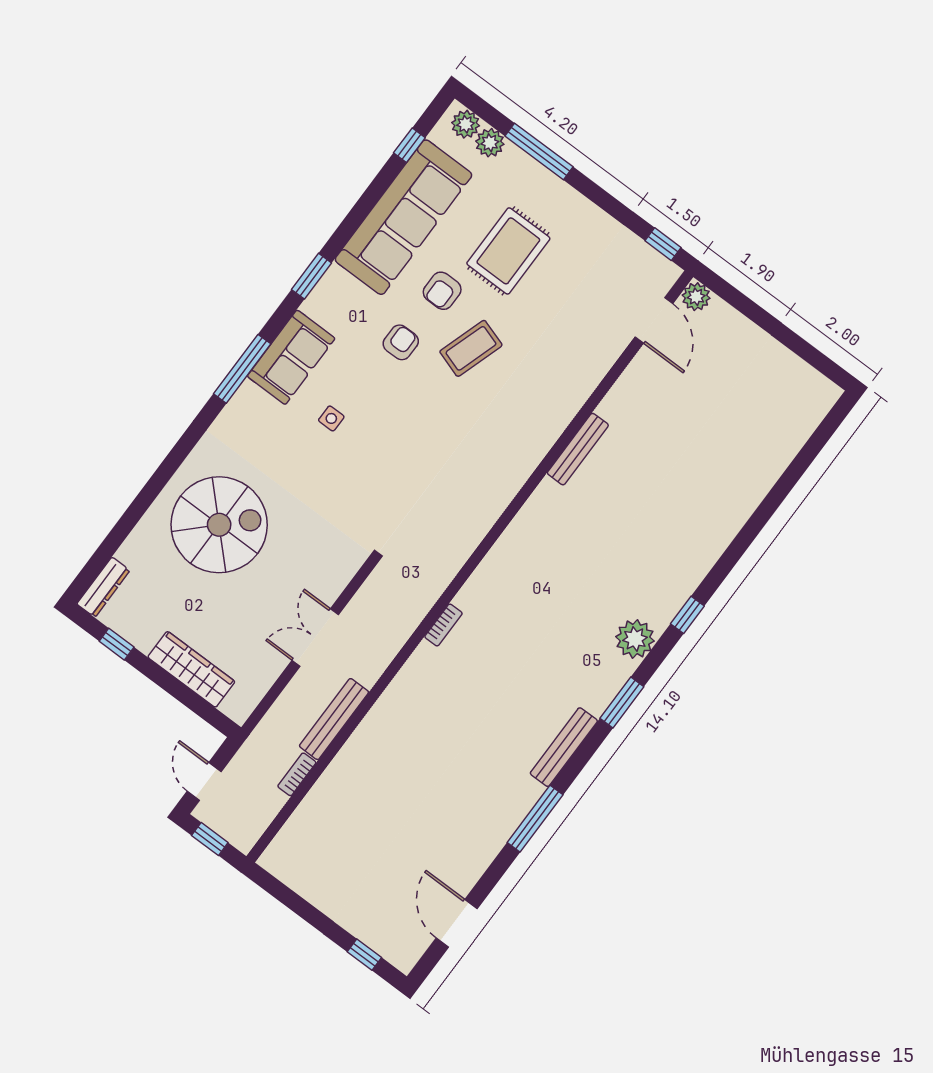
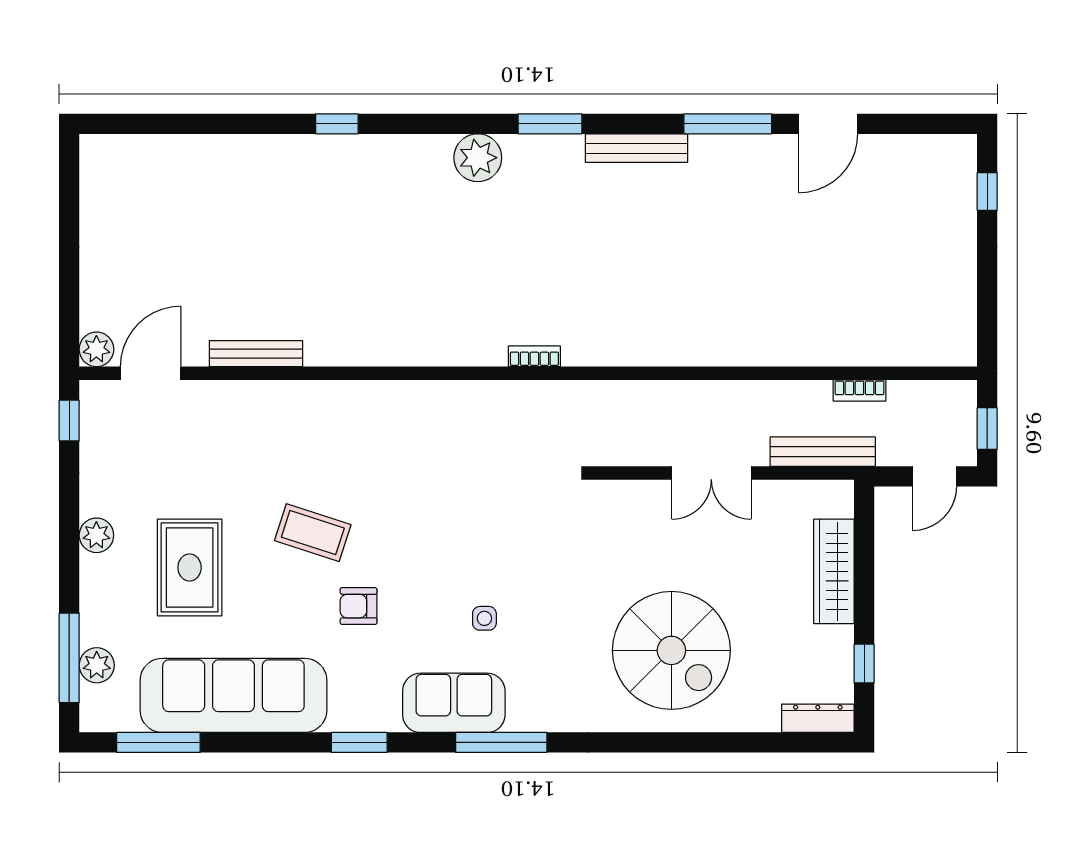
plant: (466, 124) -> (96, 535), moved
window: (409, 145) -> (158, 742), width x2.17
window: (539, 151) -> (69, 658), moved
rug: (508, 251) -> (190, 567), turned 90
armchair: (442, 291) -> (277, 603), removed
bench: (578, 449) -> (256, 354), moved
spiral stairs: (219, 525) -> (671, 650), turned 180
window: (687, 615) -> (337, 124), moved
bookcase: (443, 625) -> (534, 356), moved
bench: (334, 719) -> (823, 452), moved
door: (457, 923) -> (828, 124), moved

